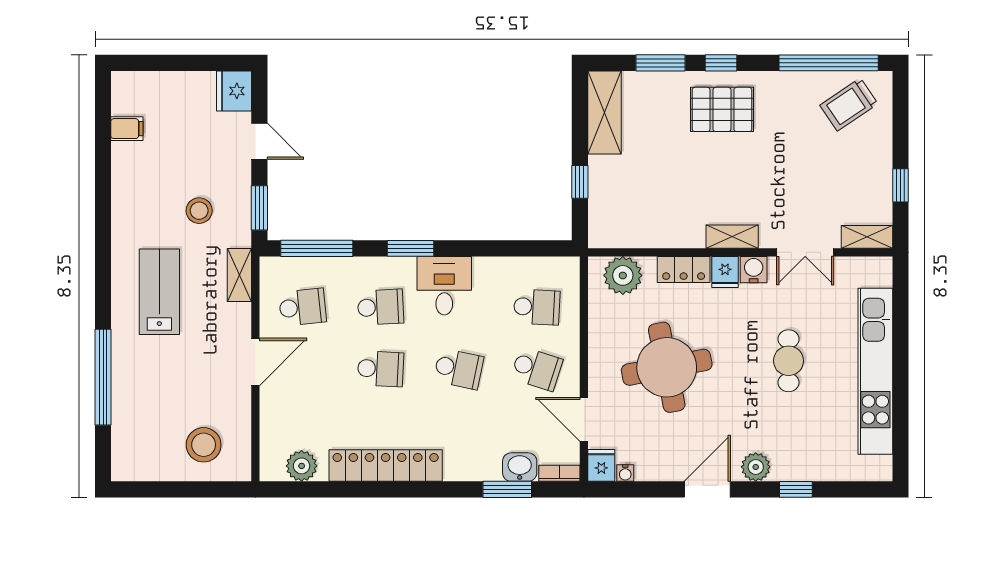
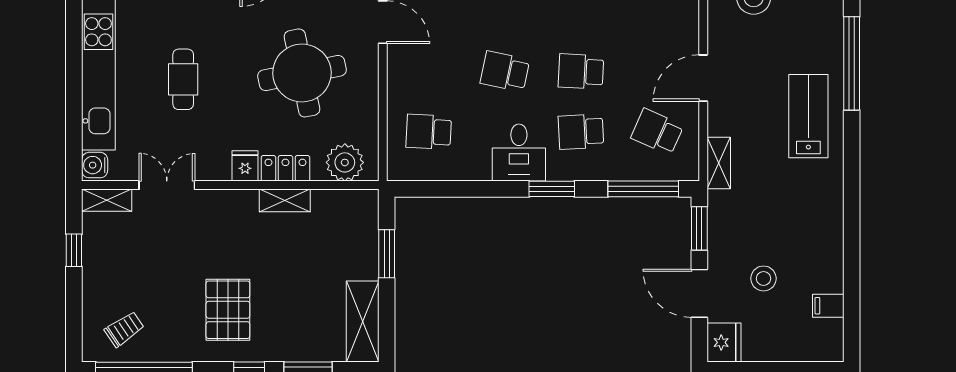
trolley: (849, 105) -> (124, 329), width x0.73, depth x0.72
pallet: (722, 109) -> (228, 310), moved, turned 90
door: (259, 141) -> (699, 293), width x1.38
window: (580, 182) -> (387, 254), width x1.50
stool: (199, 211) -> (764, 278), moved
shelving: (732, 237) -> (285, 200), moved
water cooler: (754, 270) -> (95, 165), moved, turned 90
lab bench: (159, 292) -> (808, 116), moved, turned 180
school desk: (302, 307) -> (657, 132), turned 30
school desk: (537, 369) -> (429, 71), removed

